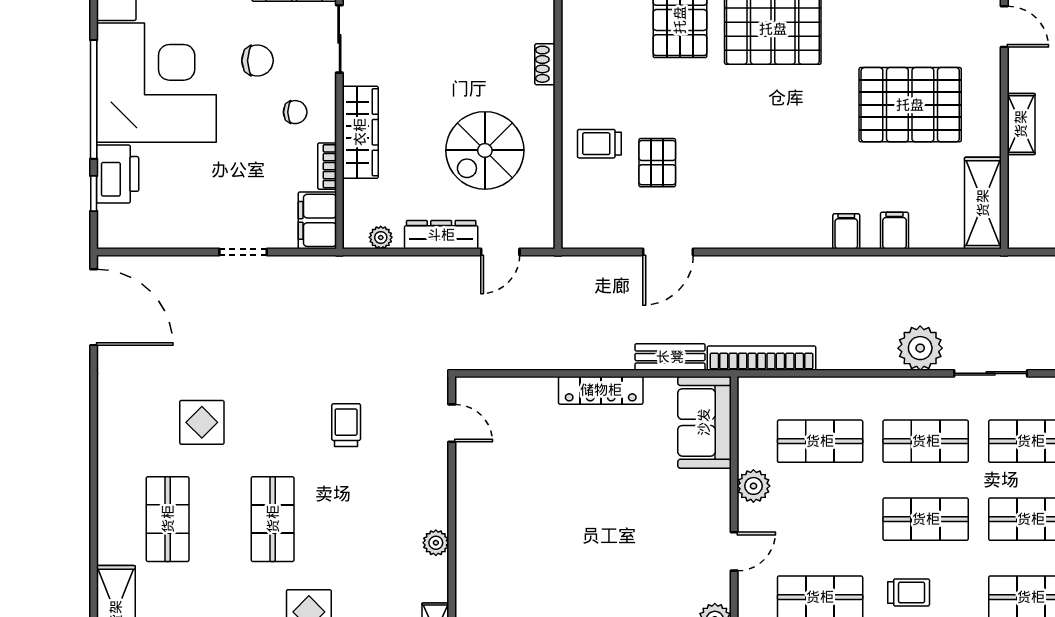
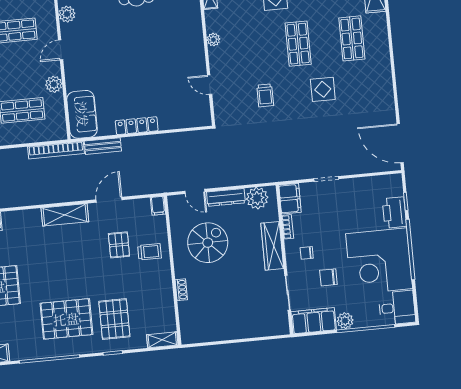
shelving: (757, 231) -> (65, 215), added
filing cabinet: (846, 231) -> (158, 206), moved
plant: (381, 237) -> (257, 198), width x1.87, depth x1.87
door: (500, 252) -> (195, 191), swing flipped
display table: (202, 422) -> (323, 89), moved
door: (452, 423) -> (210, 85), moved

